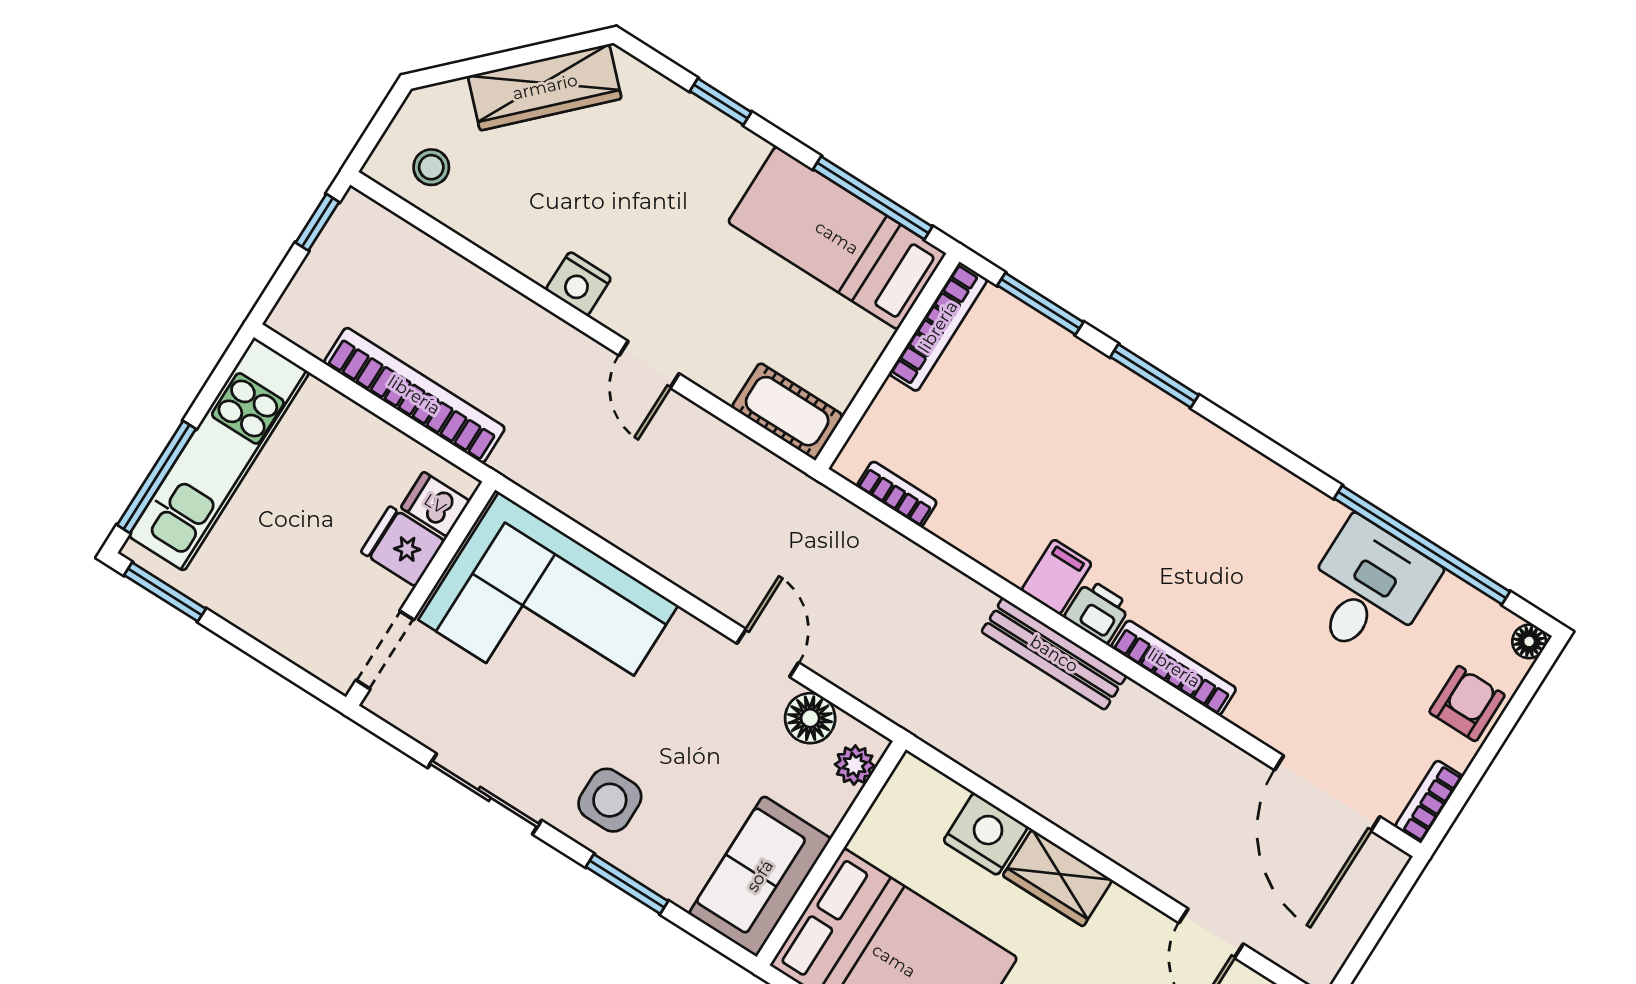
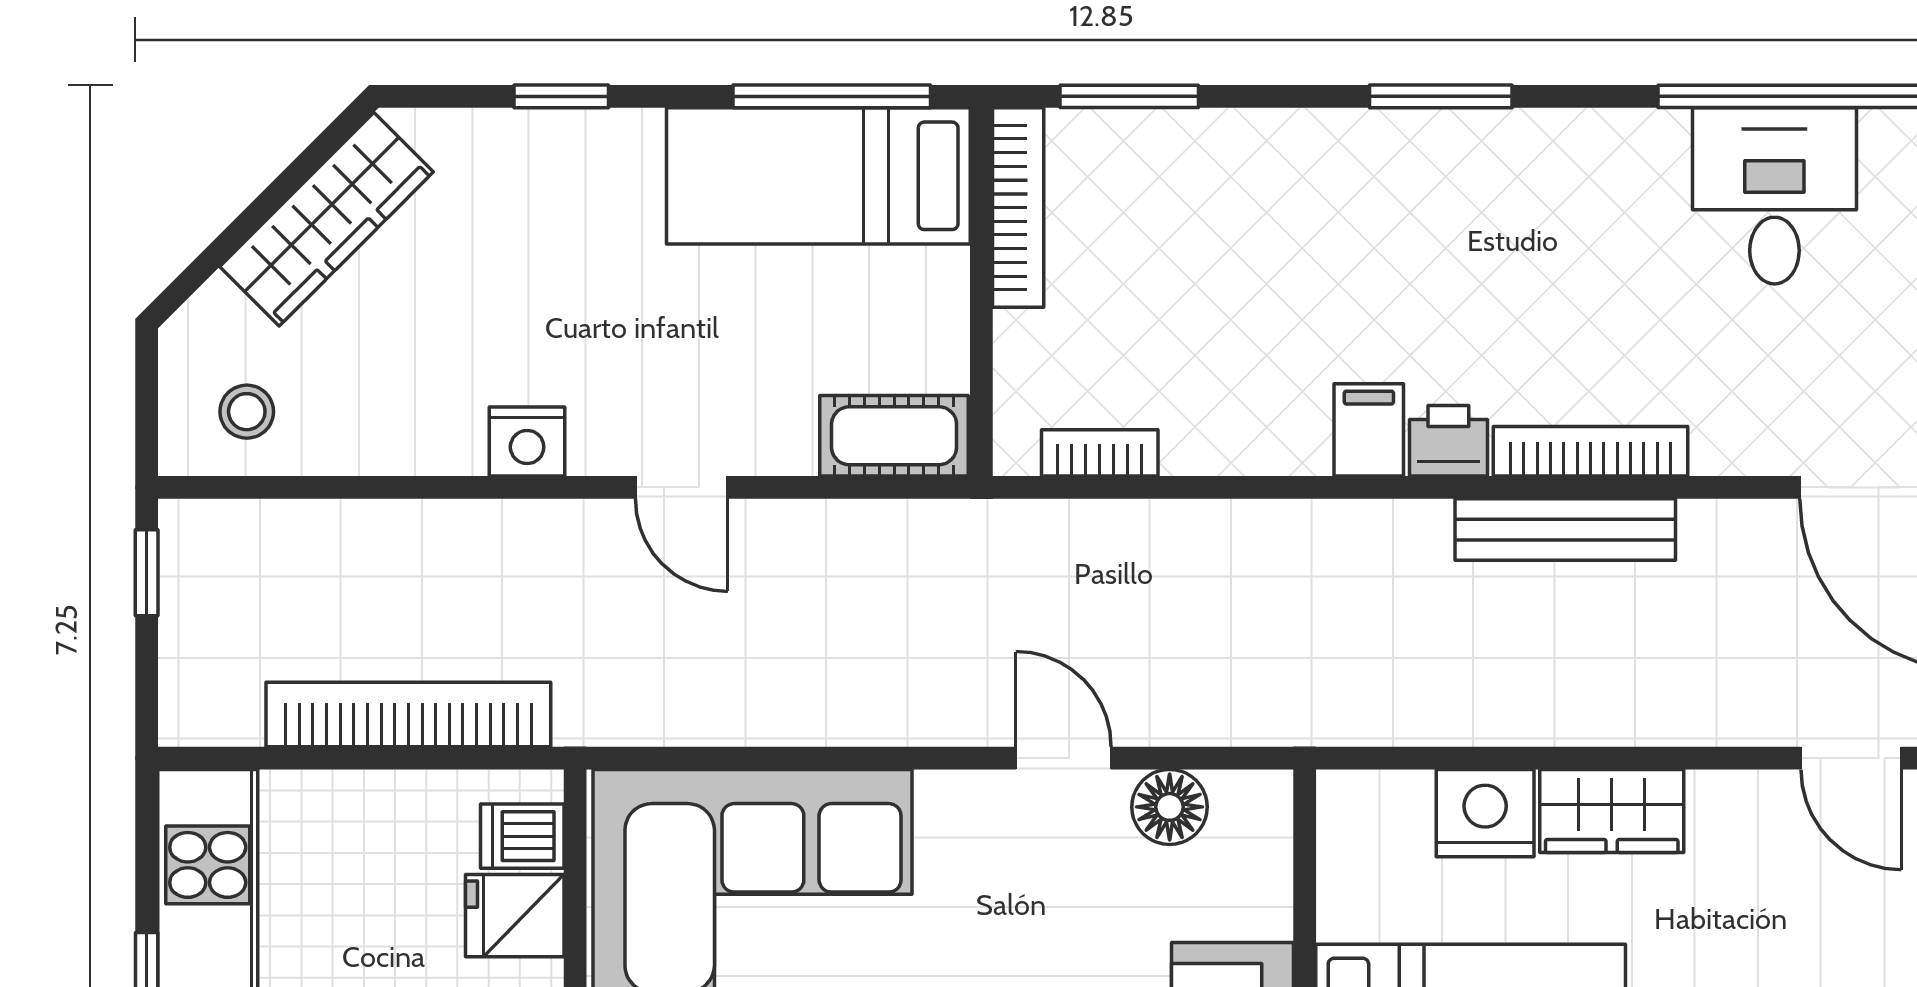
window: (1155, 376) -> (1441, 96), moved
bench: (1054, 654) -> (1565, 530), moved
plant: (855, 765) -> (1264, 831), removed

